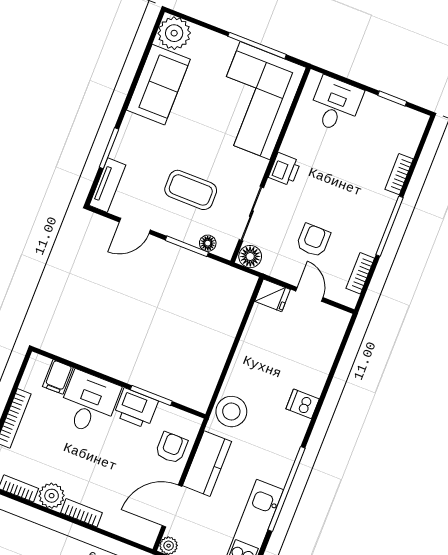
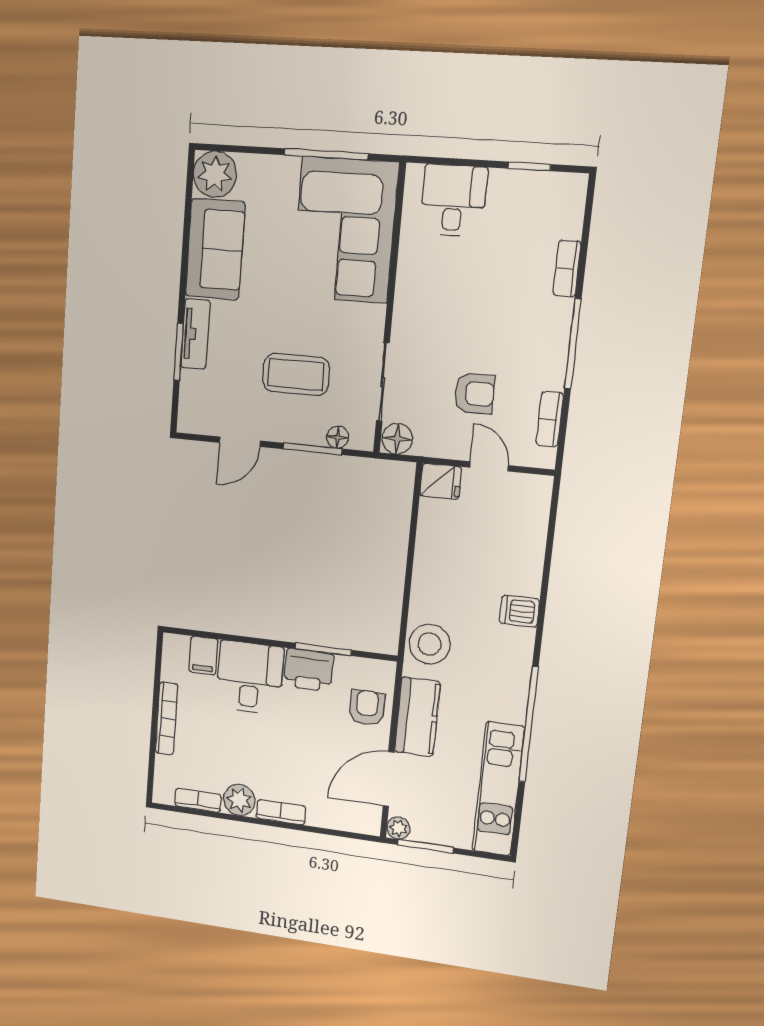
printer: (285, 169) -> (410, 310), removed
tv unit: (107, 185) -> (195, 334), moved
armchair: (313, 240) -> (474, 393), turned 90

